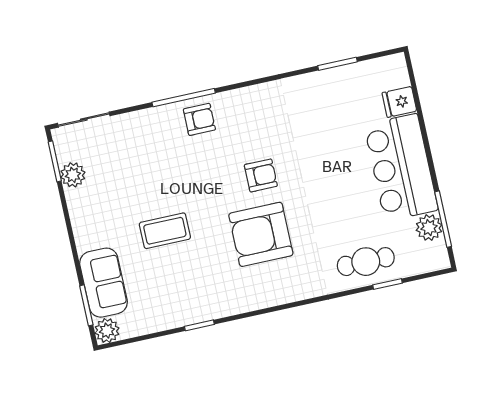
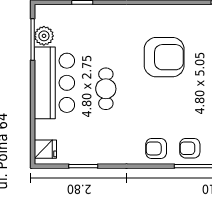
fridge: (399, 102) -> (45, 149), moved
armchair: (261, 175) -> (156, 148), moved
cafe table: (366, 262) -> (106, 89), moved, turned 90

